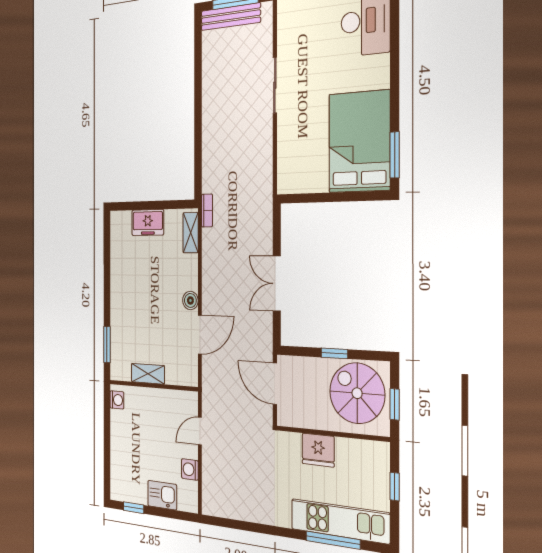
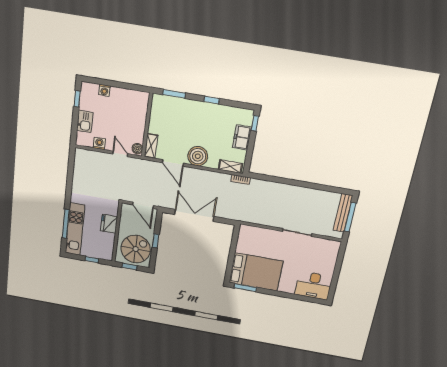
window: (127, 206) -> (255, 123), added
window: (107, 282) -> (212, 100), added
double door: (277, 283) -> (194, 215), width x1.37
boiler: (190, 300) -> (198, 156), width x1.86, depth x1.86
shelving: (148, 374) -> (151, 146), moved
door: (275, 384) -> (143, 205), swing flipped
washing machine: (117, 400) -> (104, 90), moved
boiler: (188, 400) -> (137, 149), added

